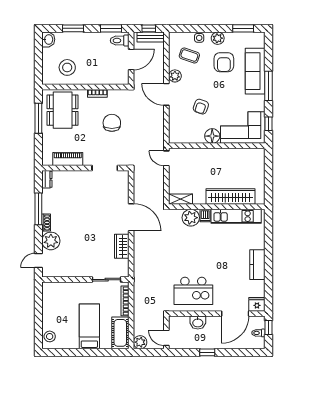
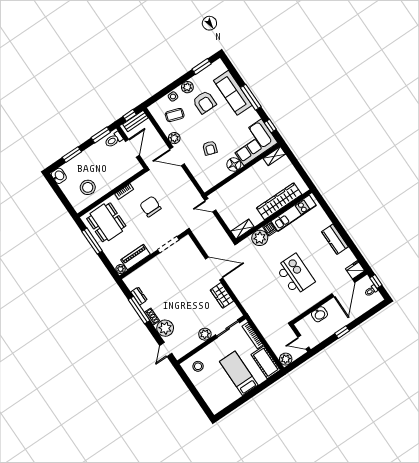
shelving: (254, 153) -> (274, 156), added
plant: (47, 161) -> (121, 269), added
dresser: (47, 179) -> (139, 296), moved
plant: (83, 271) -> (205, 334), added
kitchen island: (193, 291) -> (295, 274), moved, turned -90
stool: (50, 336) -> (198, 366), moved

